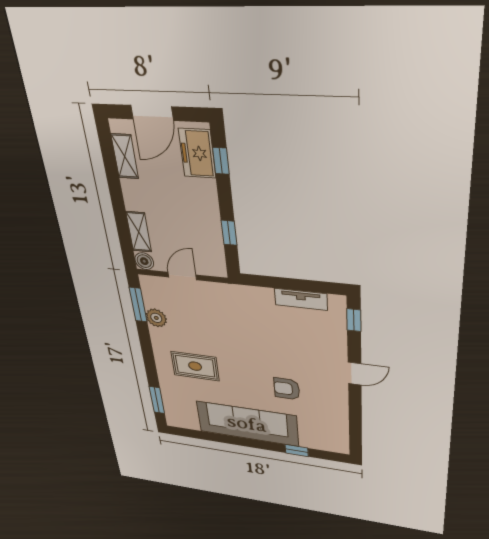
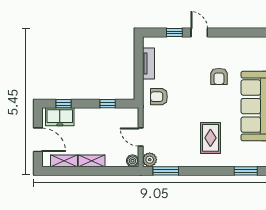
shelving: (139, 232) -> (92, 161), moved
armchair: (248, 308) -> (159, 97), added
plant: (156, 318) -> (150, 160), moved
window: (354, 320) -> (174, 33), moved

